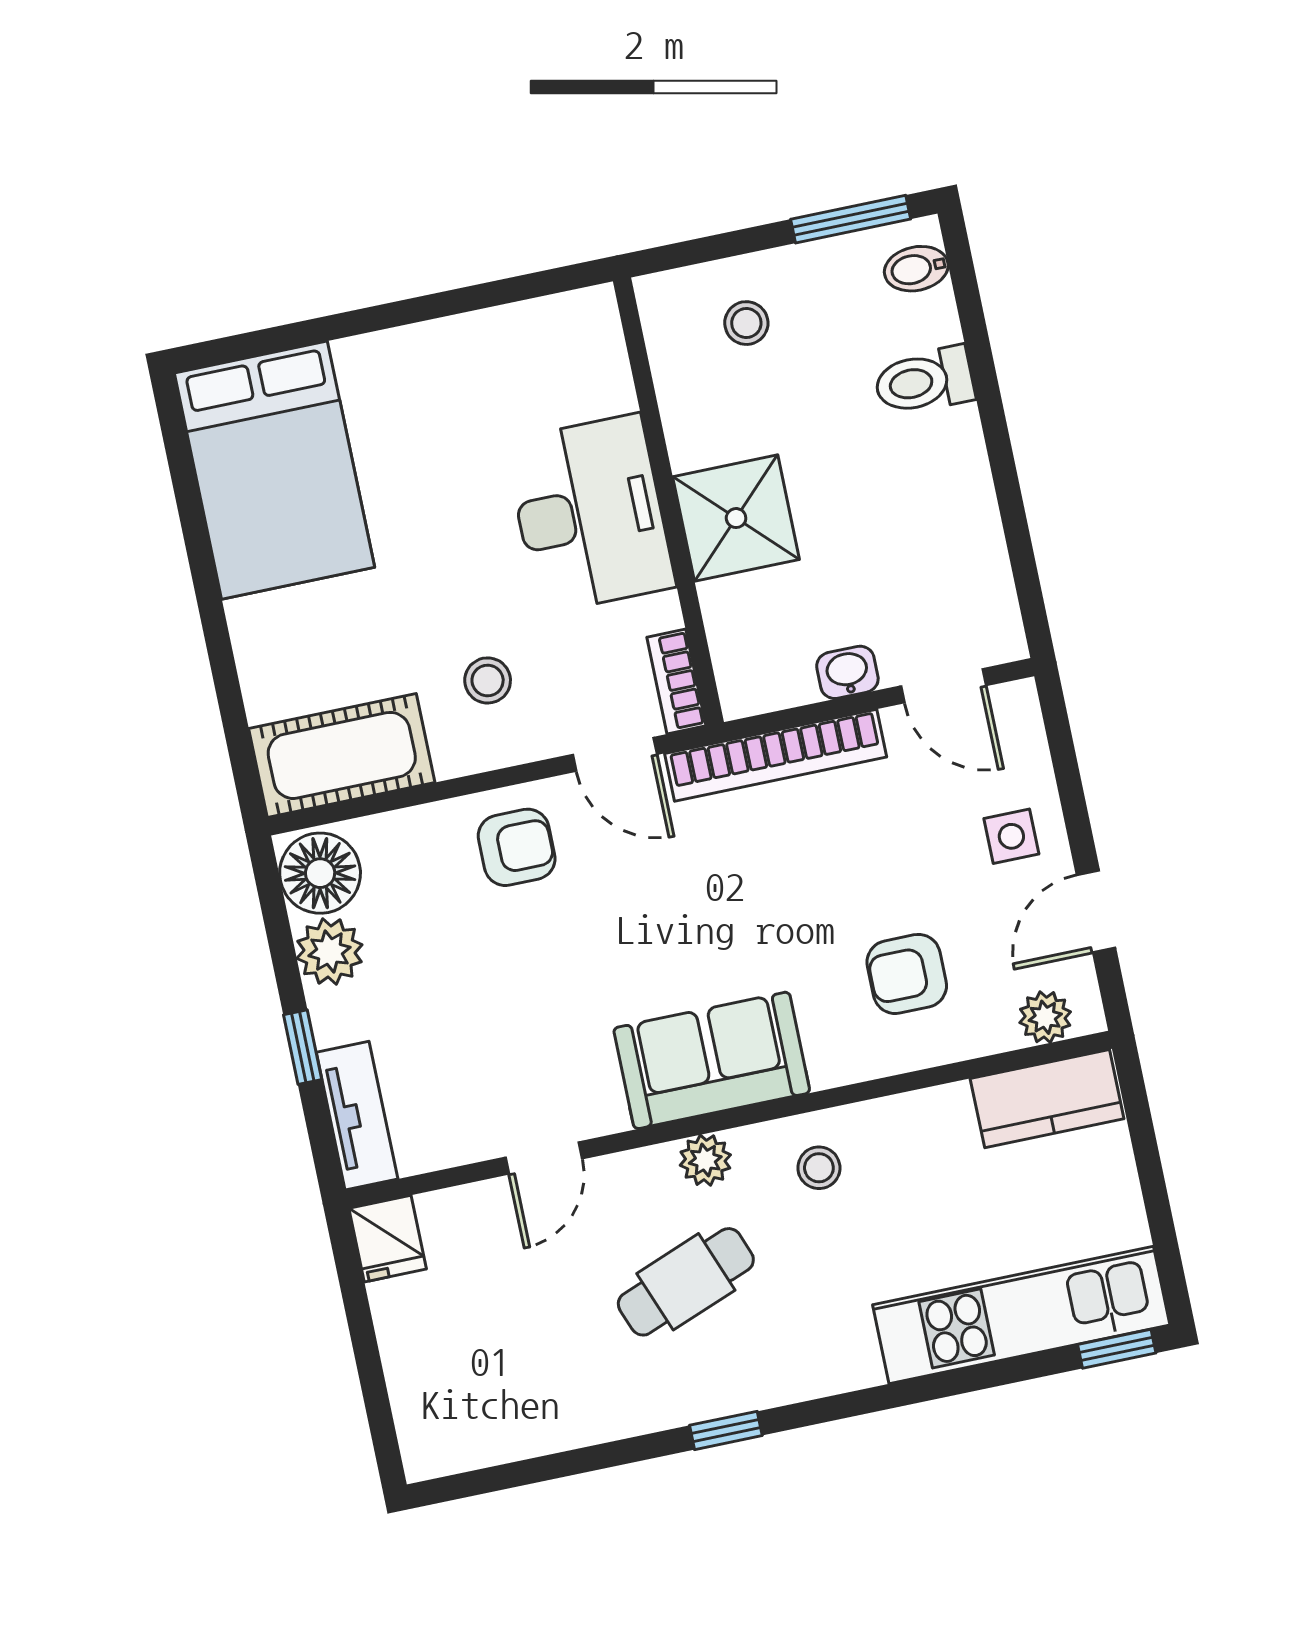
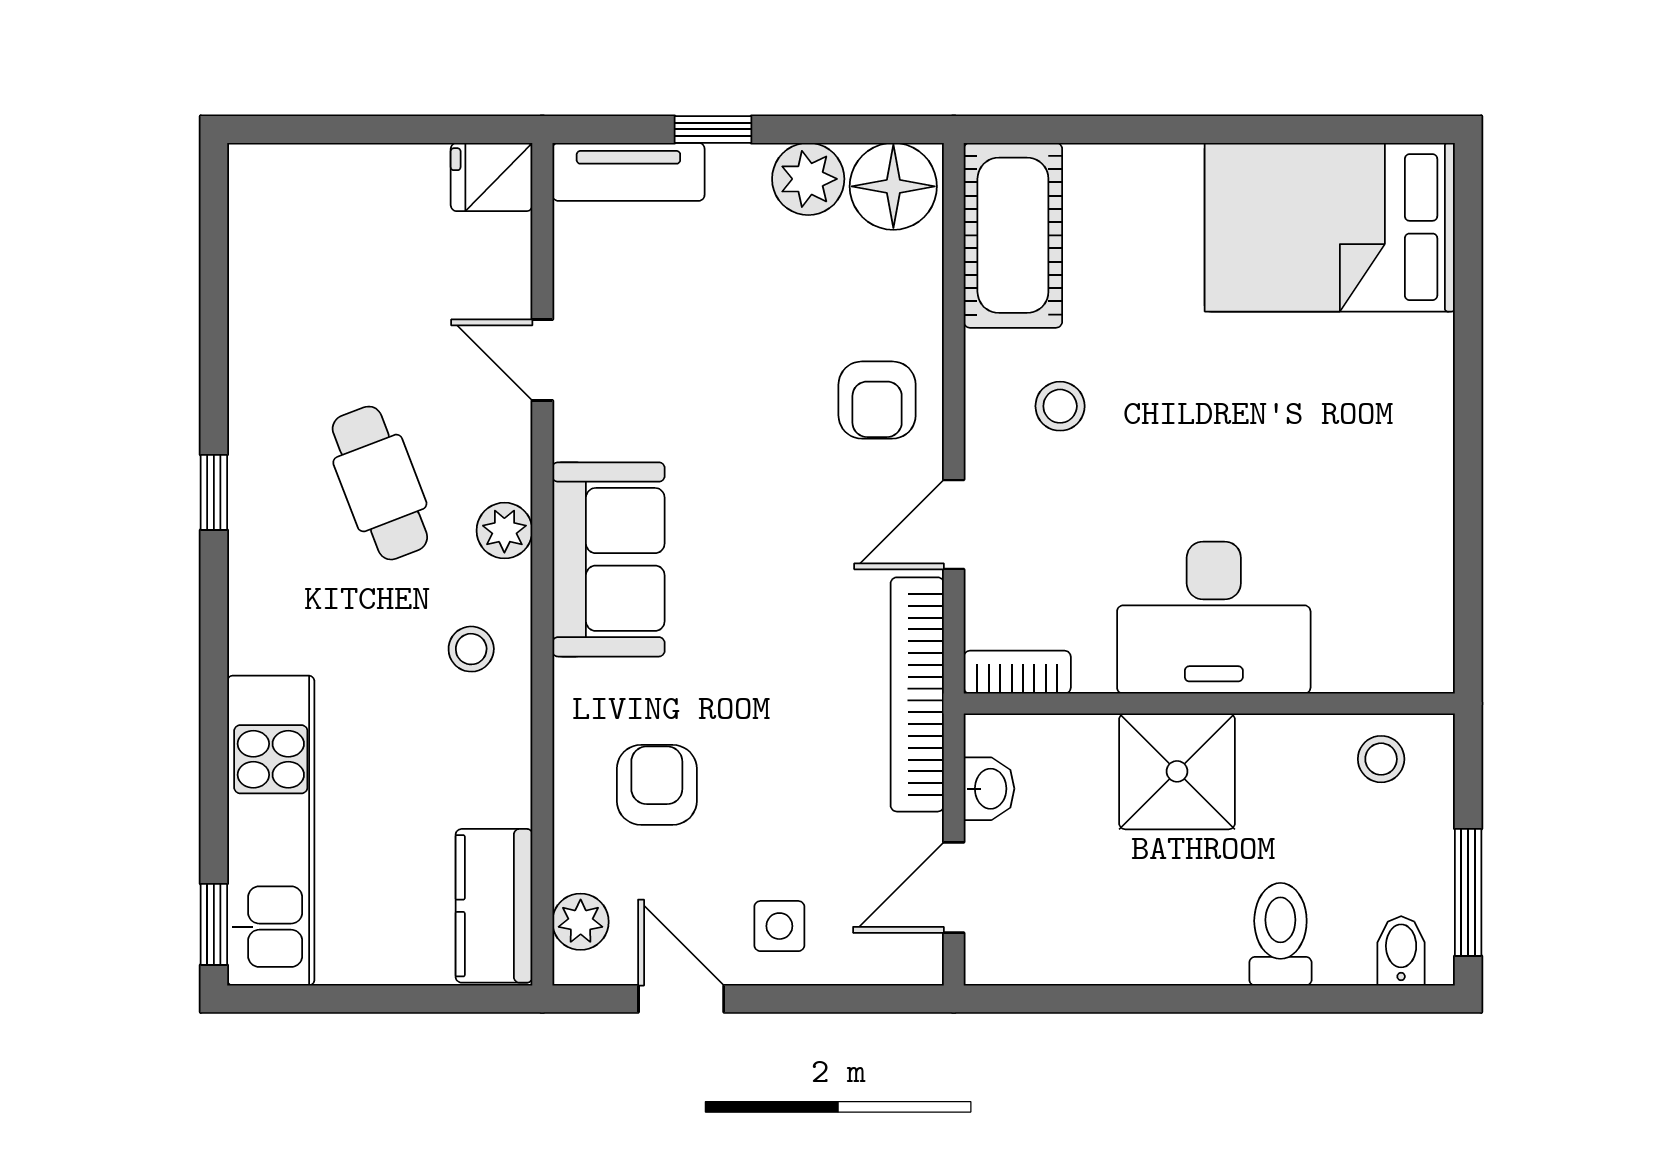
wall: (669, 502) -> (1209, 704), moved
desk: (590, 514) -> (1214, 618), moved
shower: (736, 518) -> (1177, 771), moved
bookcase: (676, 681) -> (1017, 672), moved

